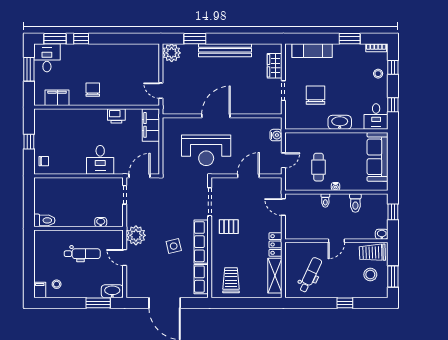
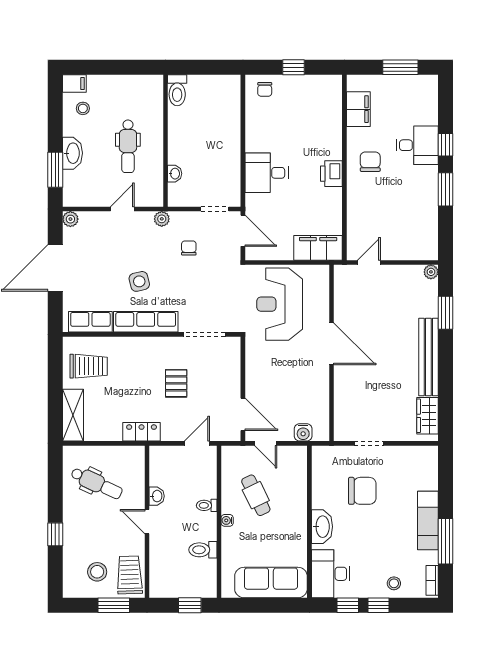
window: (55, 39) -> (446, 189), moved
window: (350, 39) -> (446, 541), width x1.44
exam couch: (312, 51) -> (428, 520), moved
plant: (172, 53) -> (431, 272), width x0.53, depth x0.53
desk: (47, 58) -> (417, 145), moved
wardrobe: (275, 66) -> (428, 416), moved, turned -90
window: (393, 67) -> (379, 605), moved
chair: (93, 90) -> (370, 162), turned -90
printer: (116, 116) -> (331, 174), moved
desk: (376, 116) -> (331, 574), width x1.37
reception desk: (206, 150) -> (280, 304), moved
cafe table: (318, 167) -> (256, 495), turned 64
door: (248, 176) -> (243, 414), moved
chair: (151, 212) -> (189, 248), added
pallet: (229, 227) -> (176, 383), moved
washbasin: (382, 234) -> (157, 496), moved
plant: (136, 235) -> (162, 219), width x0.53, depth x0.53
shelving: (275, 276) -> (73, 415), moved, turned 90
window: (393, 277) -> (114, 605), moved
washbasin: (112, 291) -> (72, 153), moved
plant: (132, 293) -> (70, 219), added

